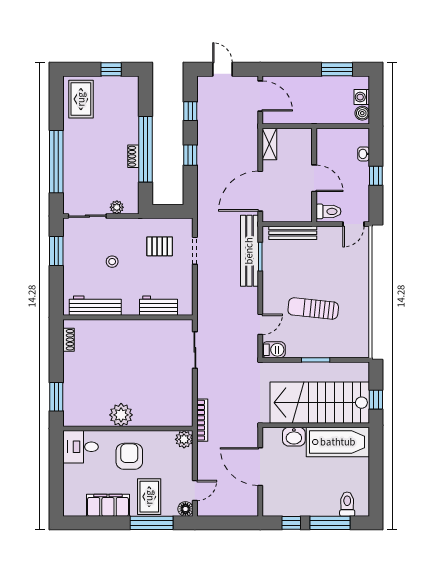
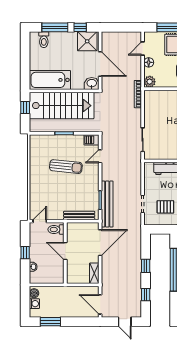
washbasin: (294, 437) -> (92, 83), moved
shower: (280, 502) -> (87, 41), added
floor lamp: (185, 509) -> (149, 62), moved

